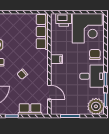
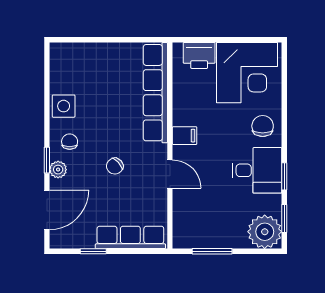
row of seats: (42, 32) -> (155, 93), width x1.36
door: (49, 92) -> (170, 174), moved
row of seats: (30, 109) -> (130, 237), width x1.48

